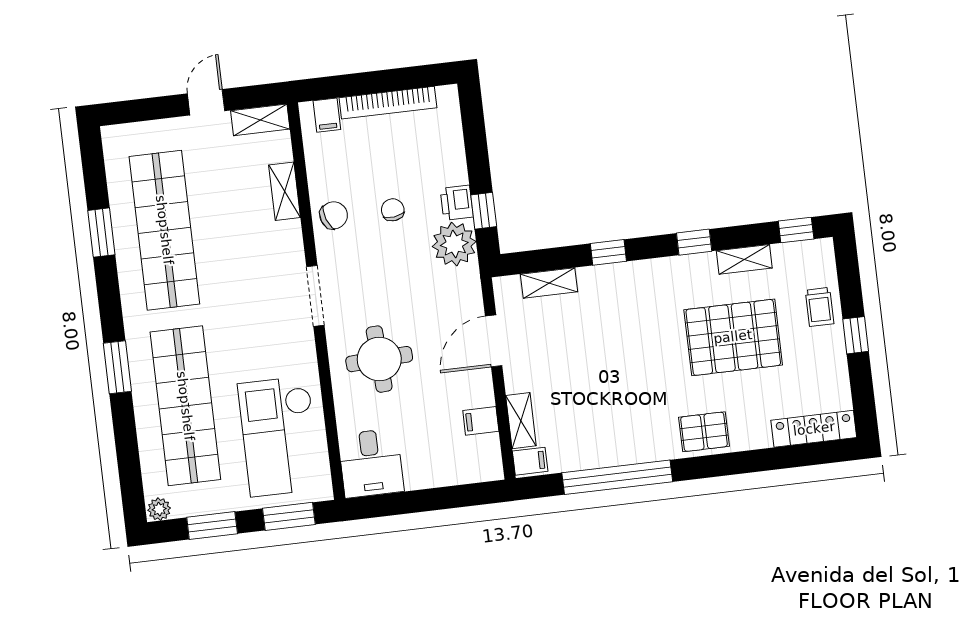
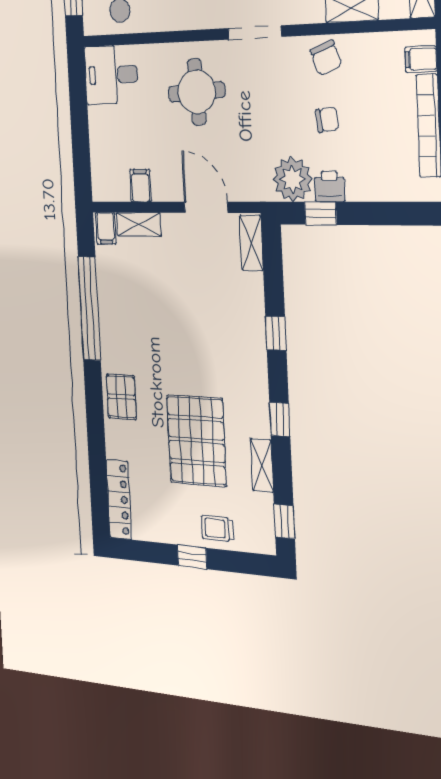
shelving: (549, 283) -> (251, 243), moved

